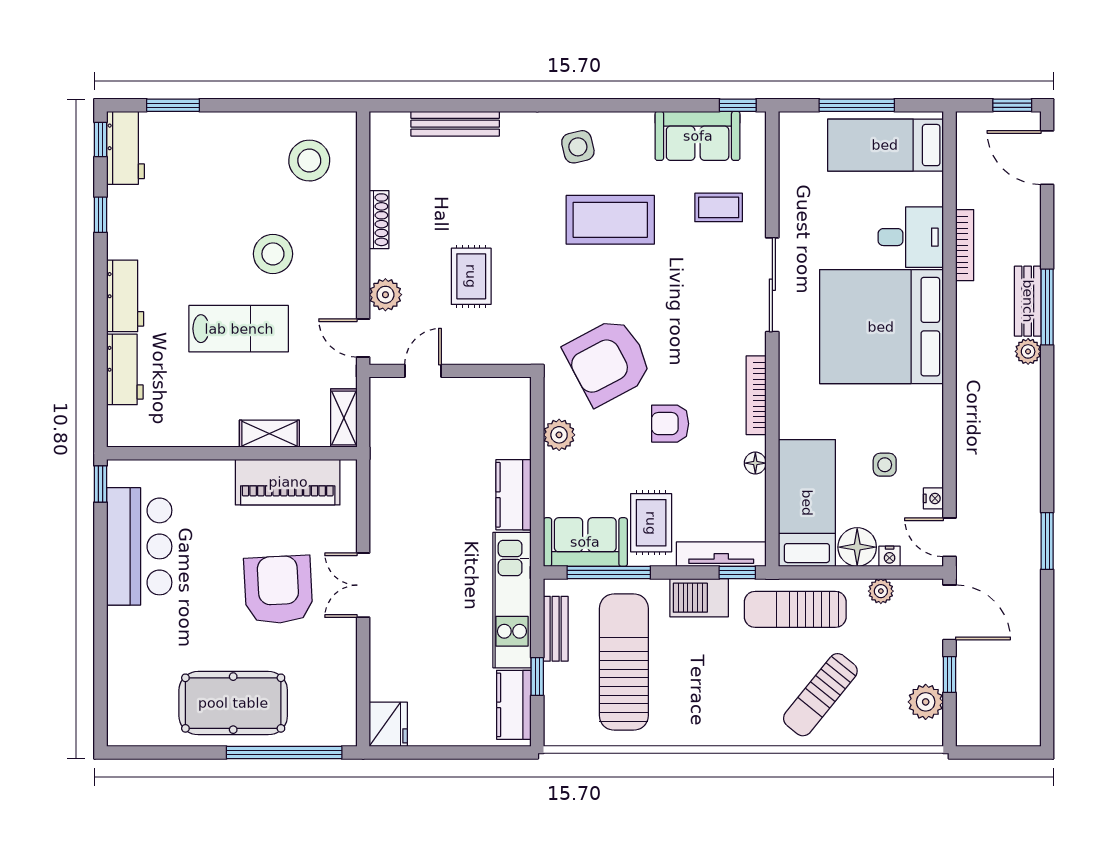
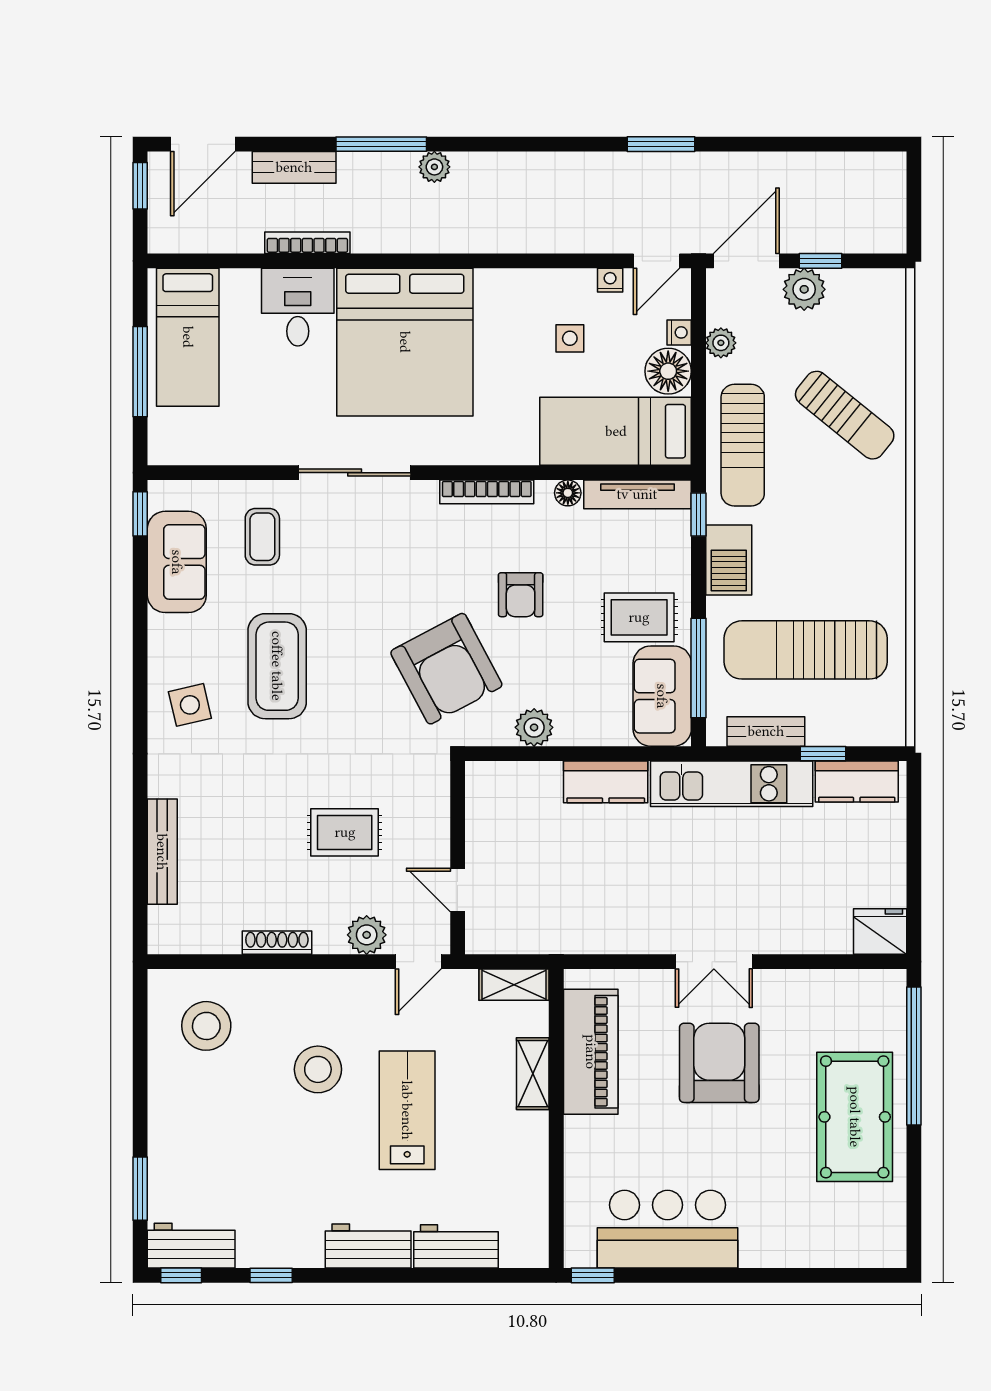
bench: (1028, 301) -> (294, 167), moved
tv unit: (721, 554) -> (637, 494), moved, turned -90
armchair: (278, 590) -> (719, 1063), turned 93
plant: (926, 702) -> (804, 289), moved

